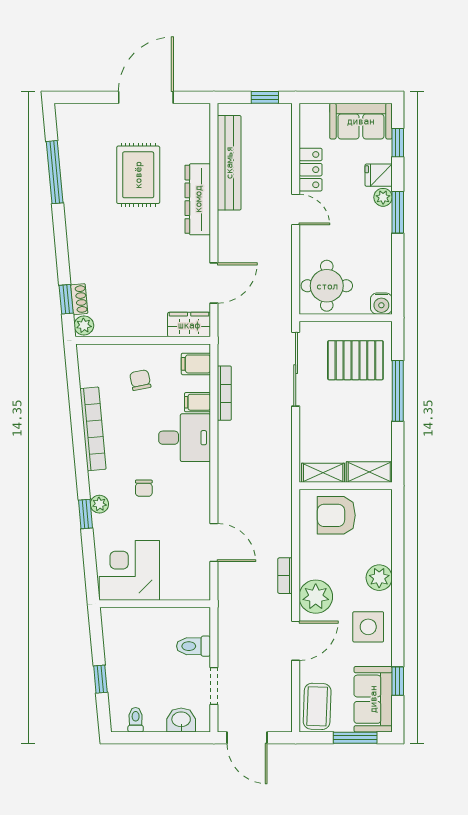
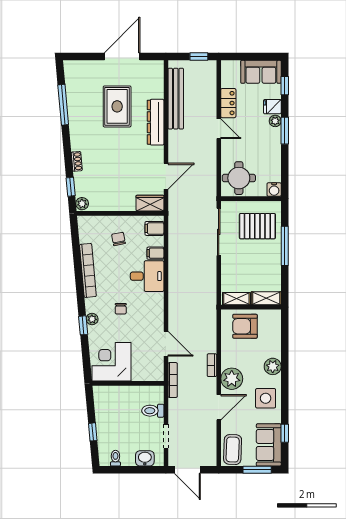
shoe rack: (79, 299) -> (77, 161), moved
bookcase: (224, 393) -> (173, 380), moved

